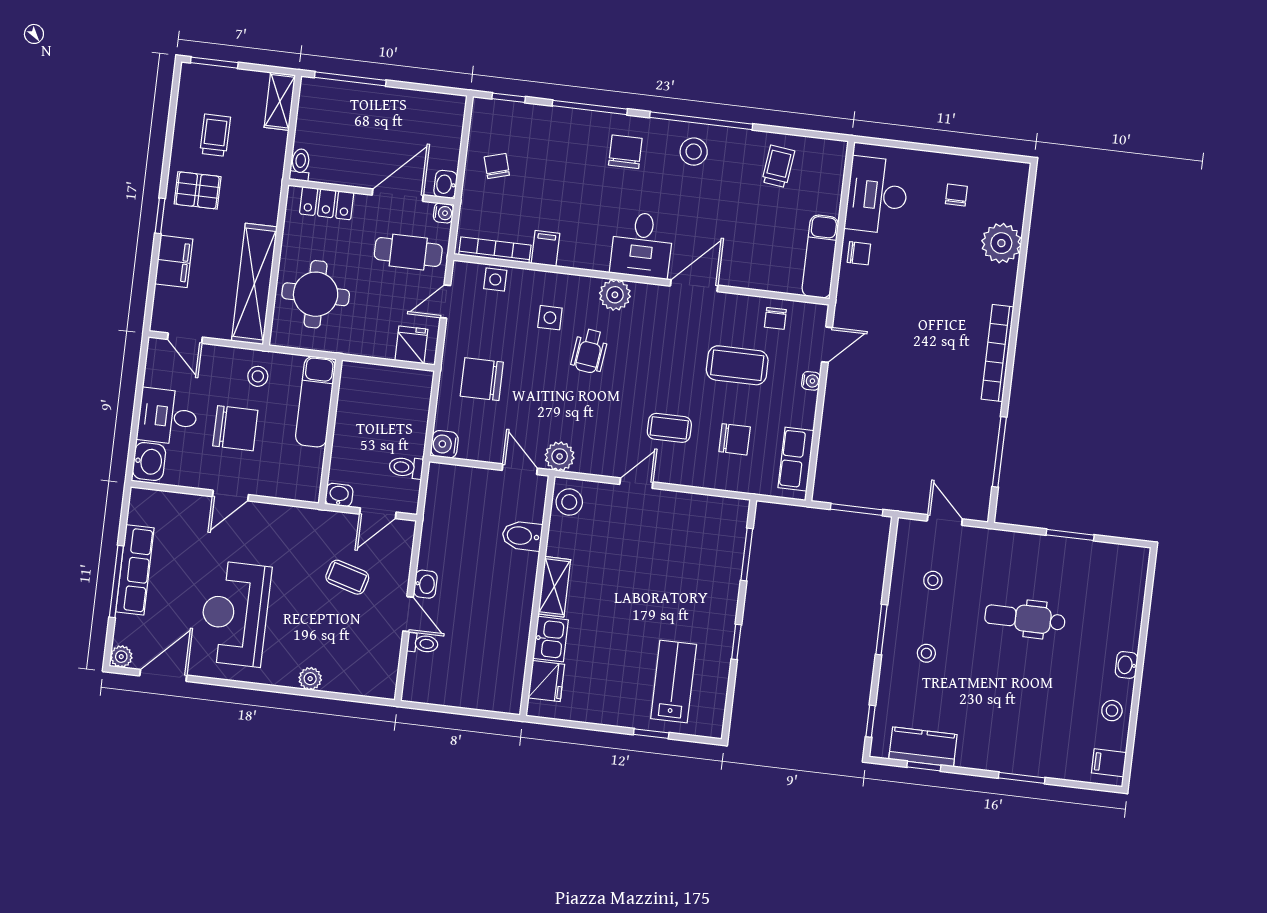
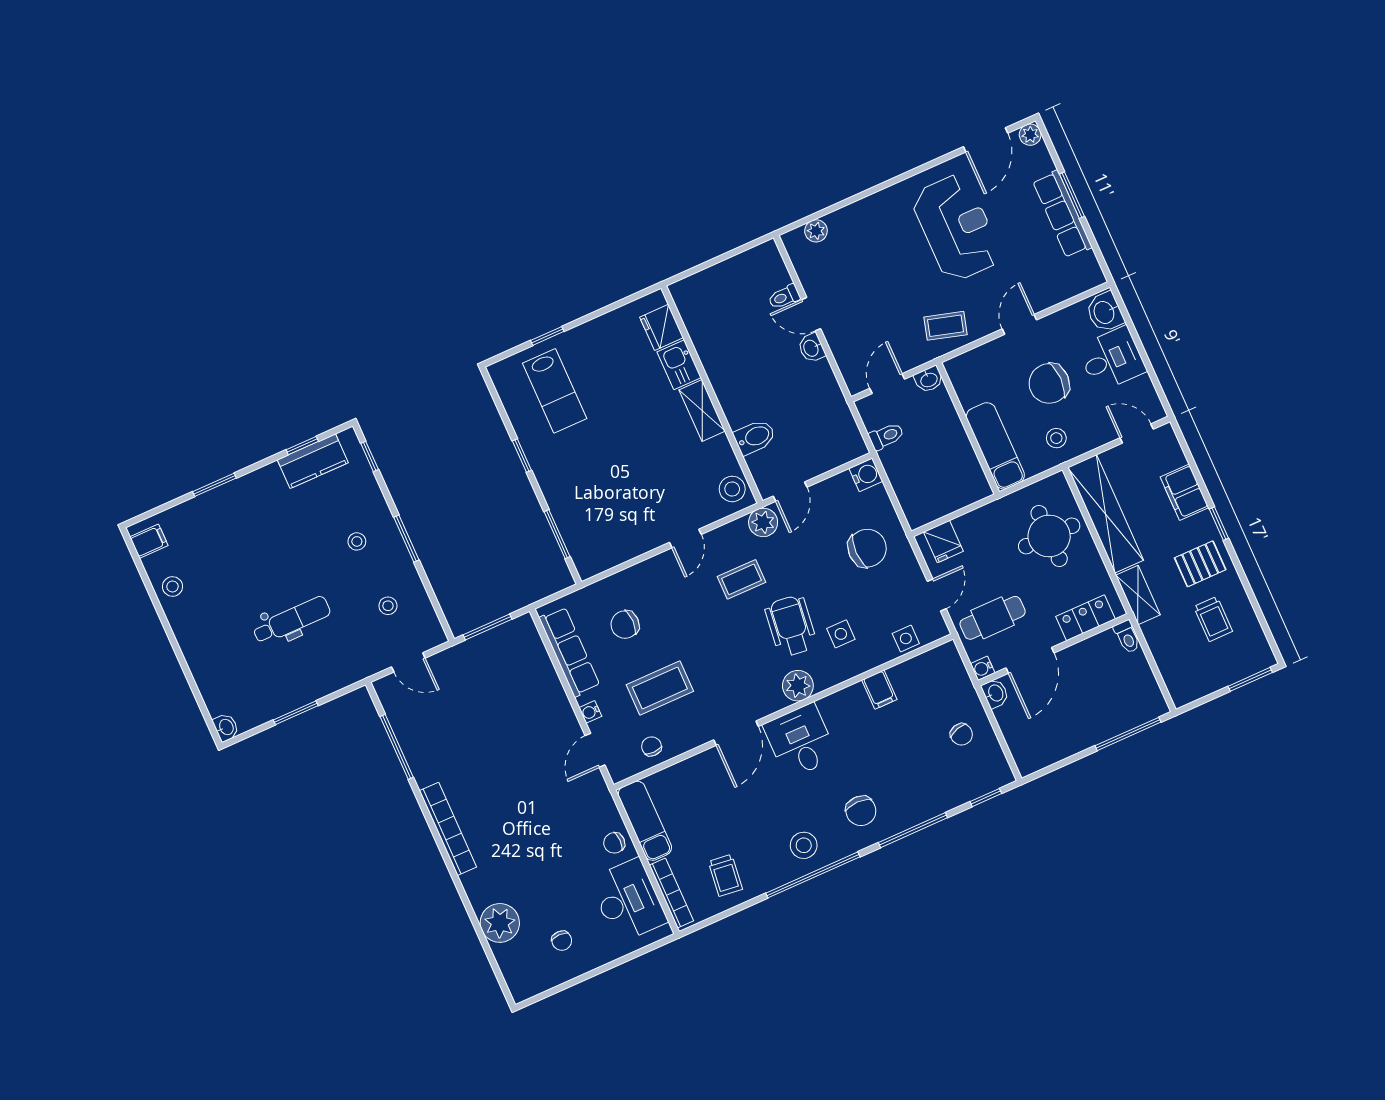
shelving: (280, 101) -> (1138, 595), moved
bookcase: (495, 250) -> (671, 893), moved, turned -90
wheelchair: (590, 351) -> (791, 626), width x1.36, depth x1.37
coffee table: (669, 428) -> (741, 579), moved
row of seats: (796, 459) -> (569, 652), width x1.48
door: (520, 469) -> (790, 492), hinge flipped
coffee table: (347, 577) -> (945, 326), moved
window: (116, 581) -> (1072, 195), width x0.69
washbasin: (1126, 665) -> (226, 727), moved
plant: (310, 679) -> (816, 231), moved

